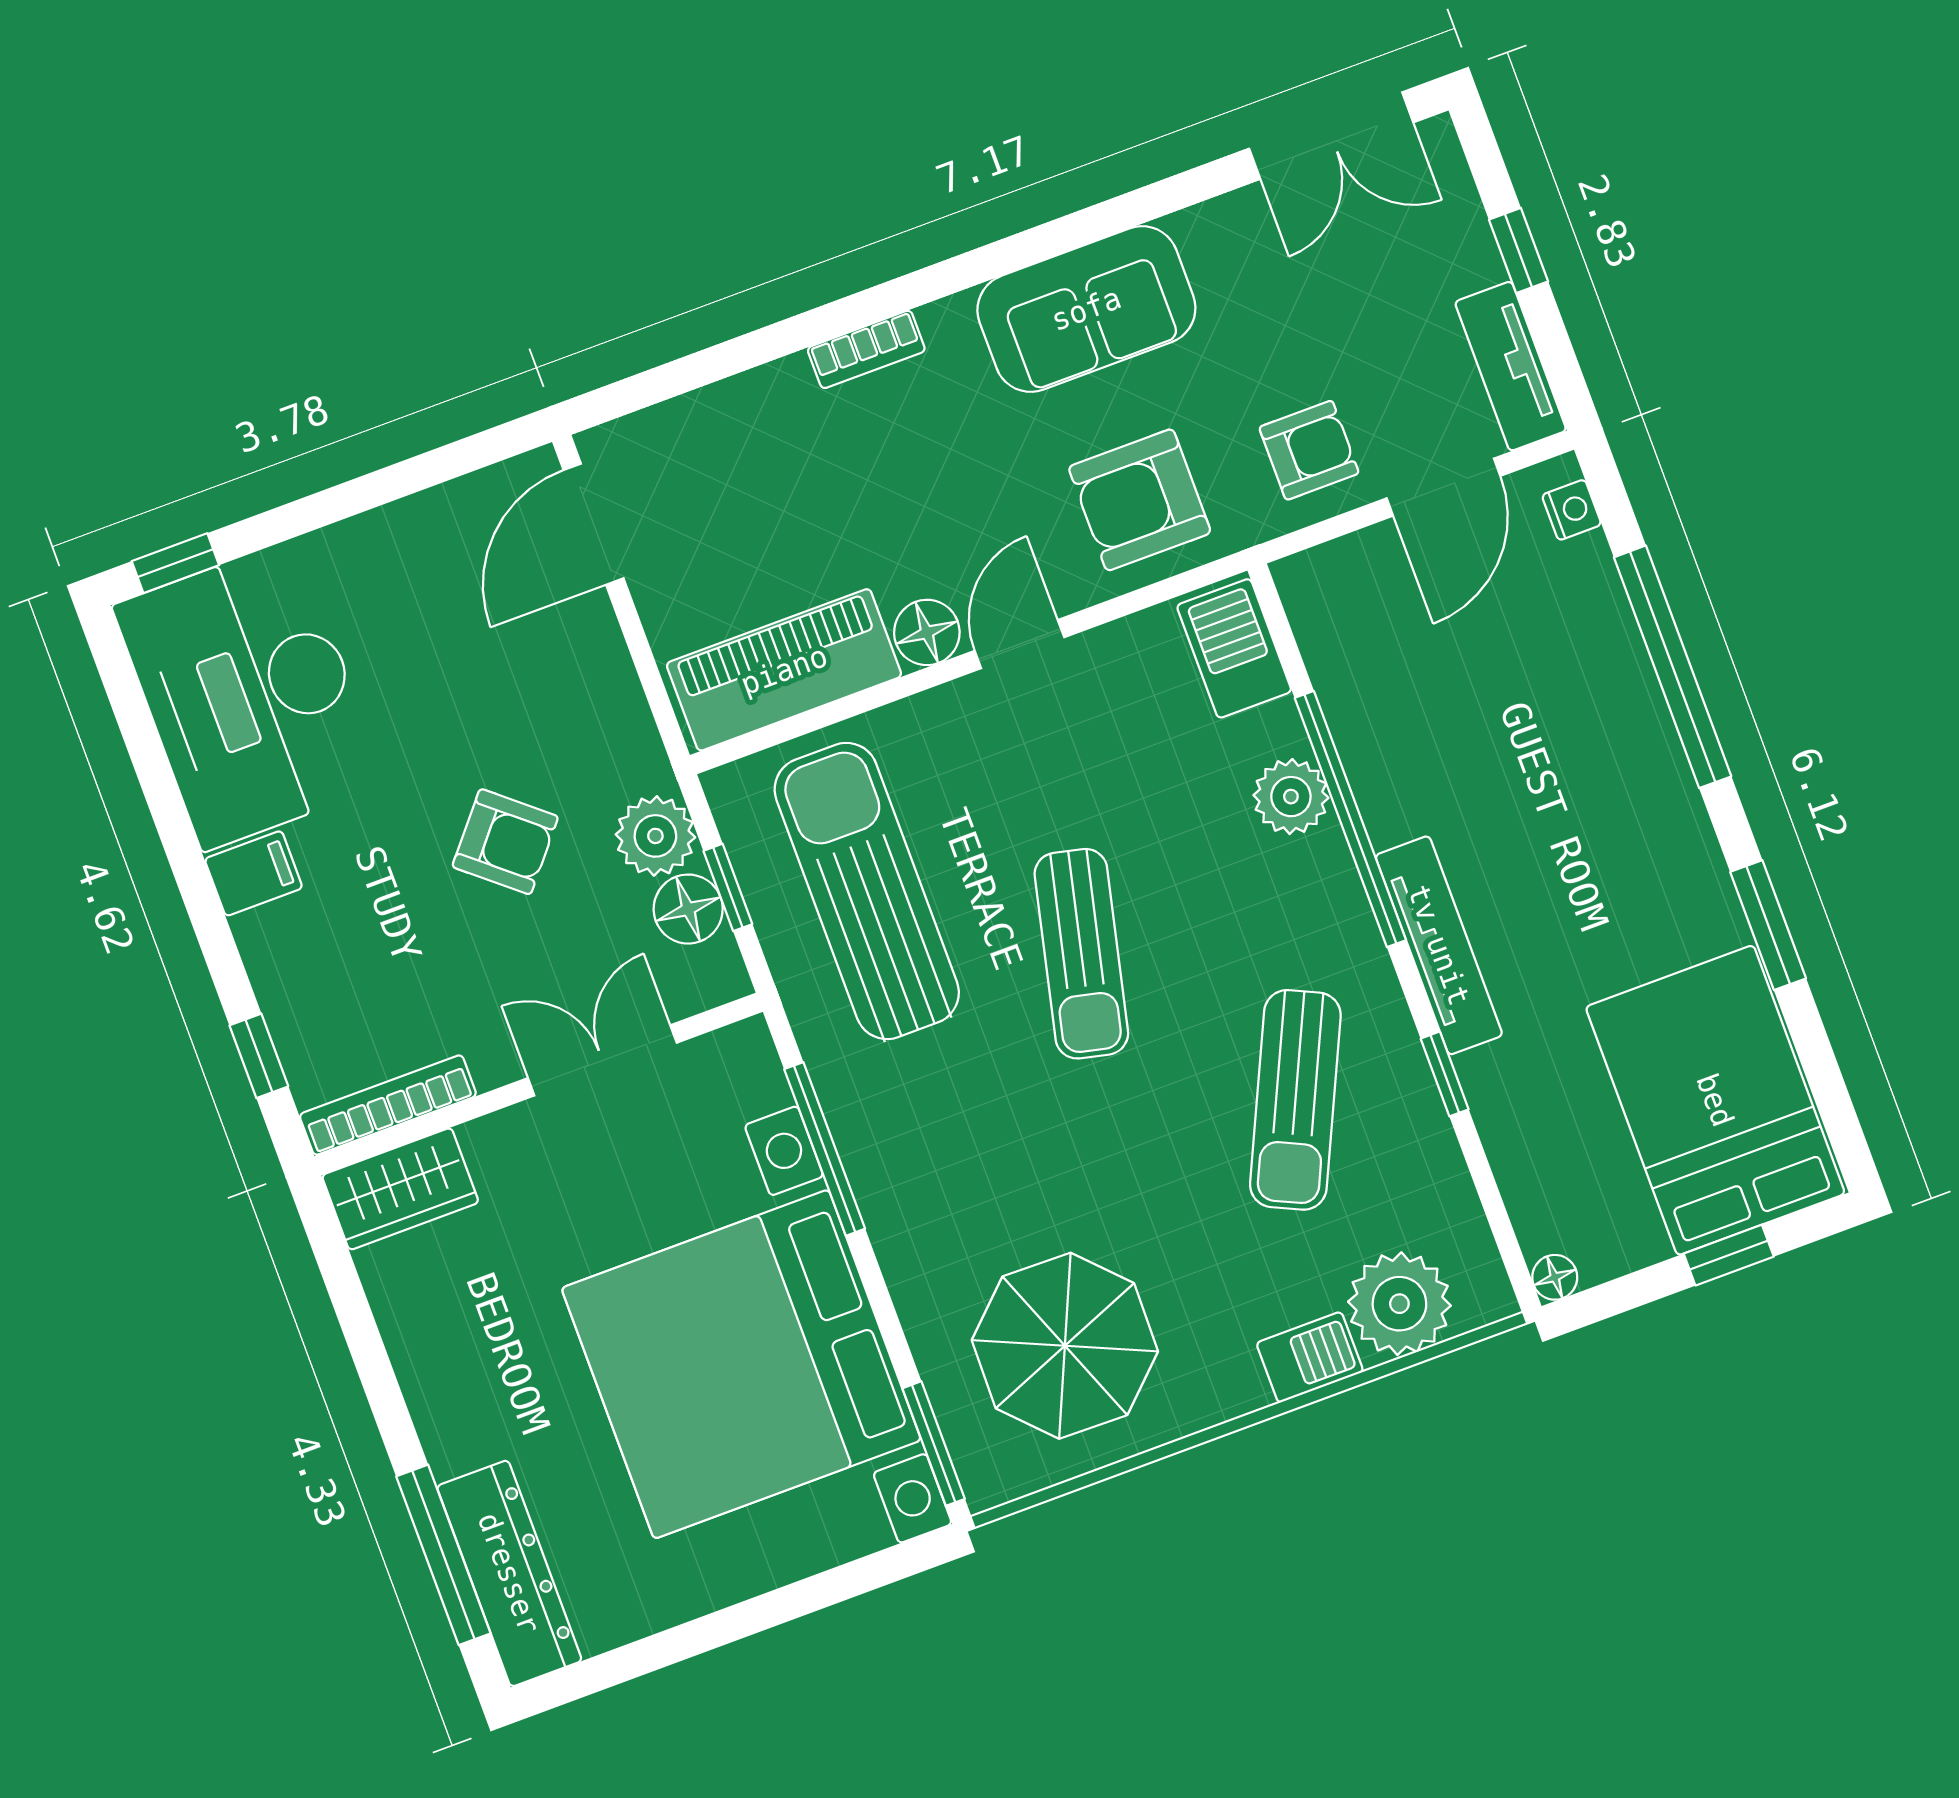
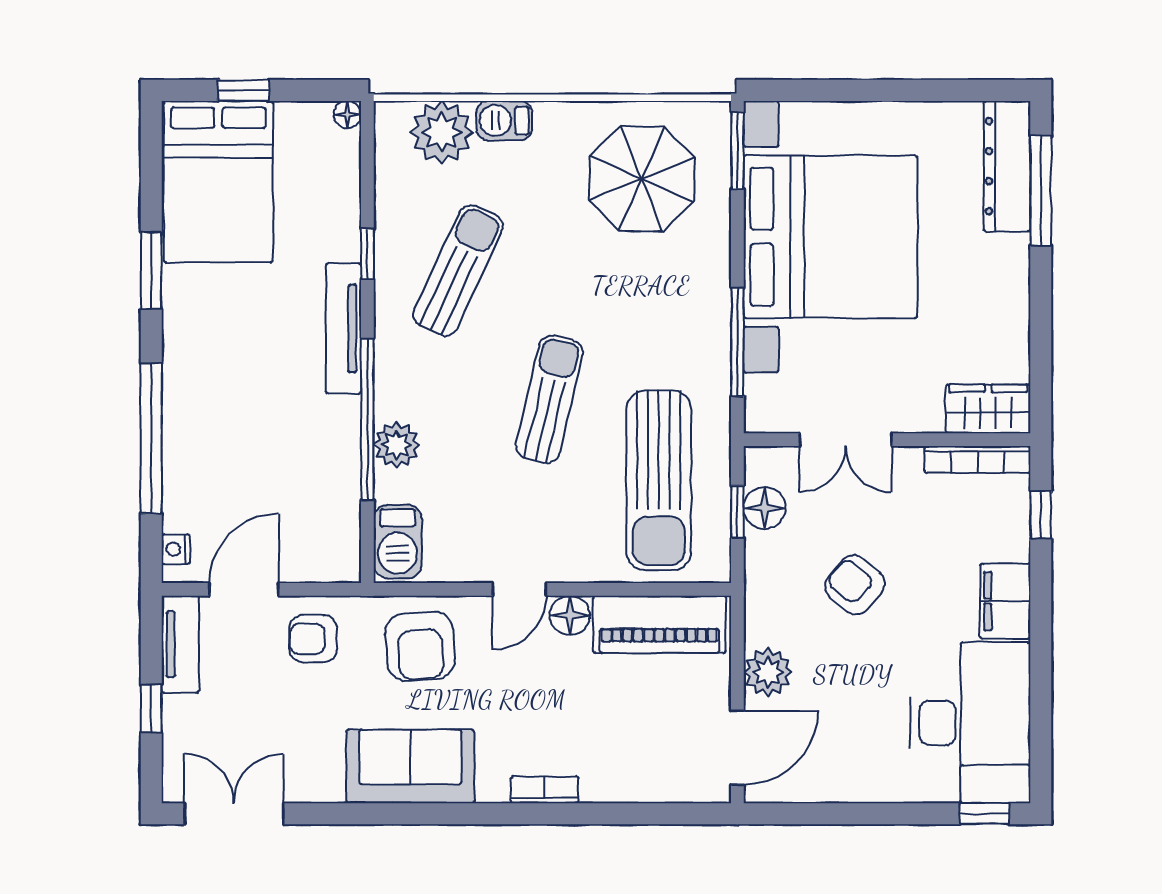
armchair: (1140, 500) -> (420, 646), turned 86
plant: (655, 836) -> (768, 672), moved
filing cabinet: (254, 873) -> (1005, 601), width x2.00

